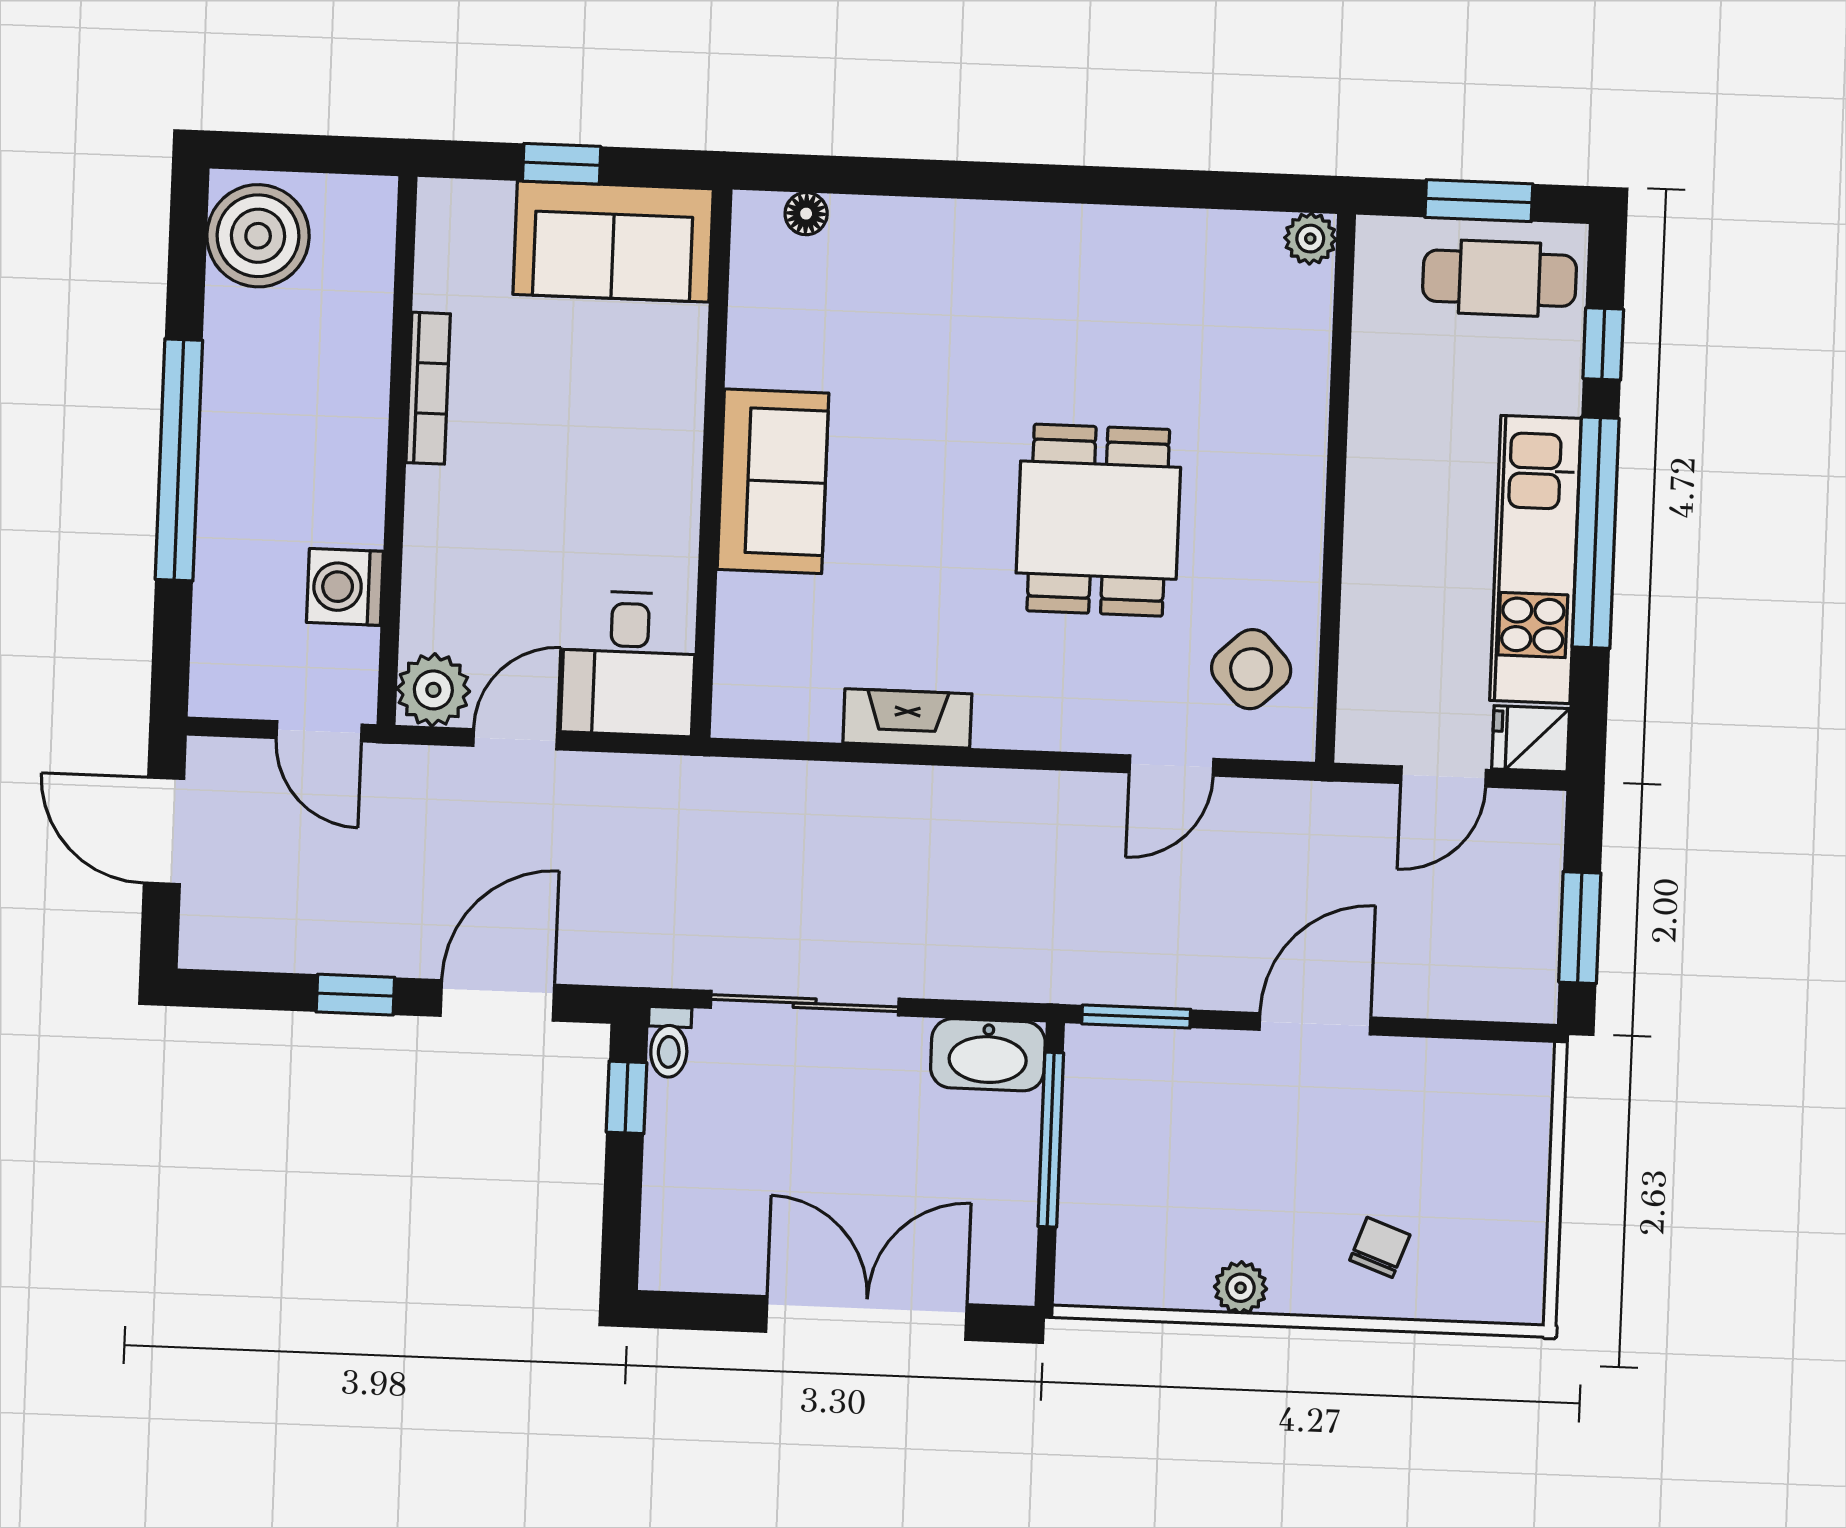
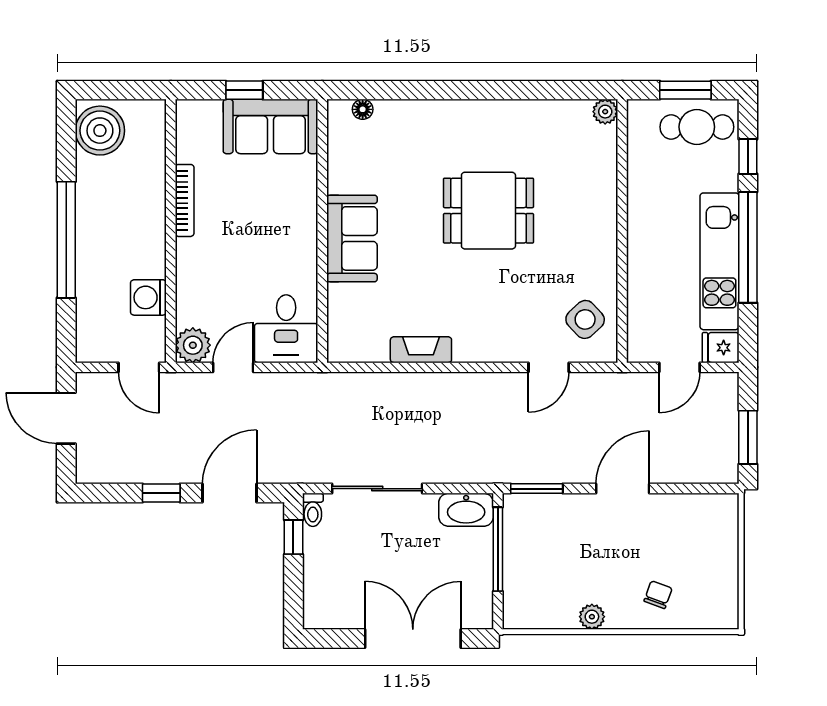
dining table: (1098, 520) -> (488, 211), moved, turned 90

